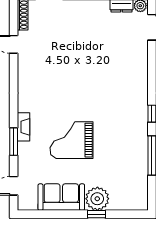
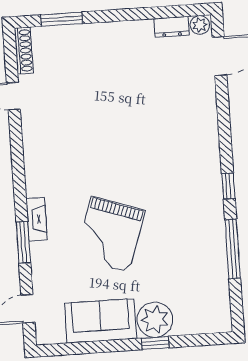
grand piano: (71, 140) -> (110, 234), turned -71

